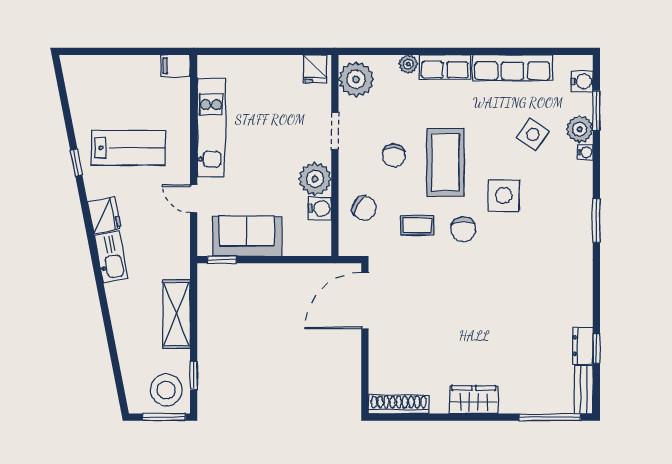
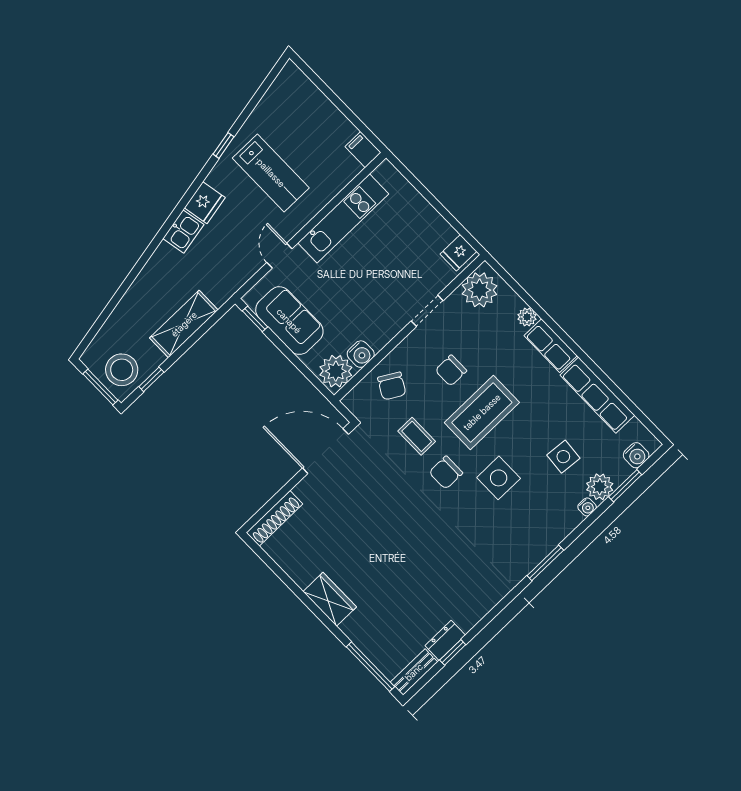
side table: (533, 134) -> (563, 457), turned -30
plant: (315, 179) -> (336, 371), moved
kitchen sink: (111, 257) -> (183, 231), width x0.73
shoe rack: (399, 404) -> (274, 518), moved, turned 90

